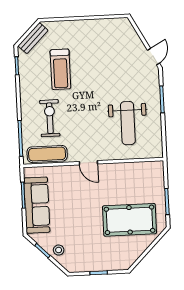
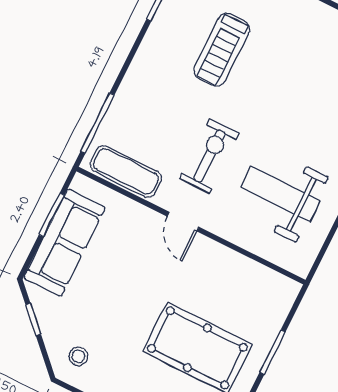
exercise bike: (50, 118) -> (209, 156), moved
weight bench: (128, 123) -> (280, 194), turned 90
stool: (59, 250) -> (78, 356), moved

